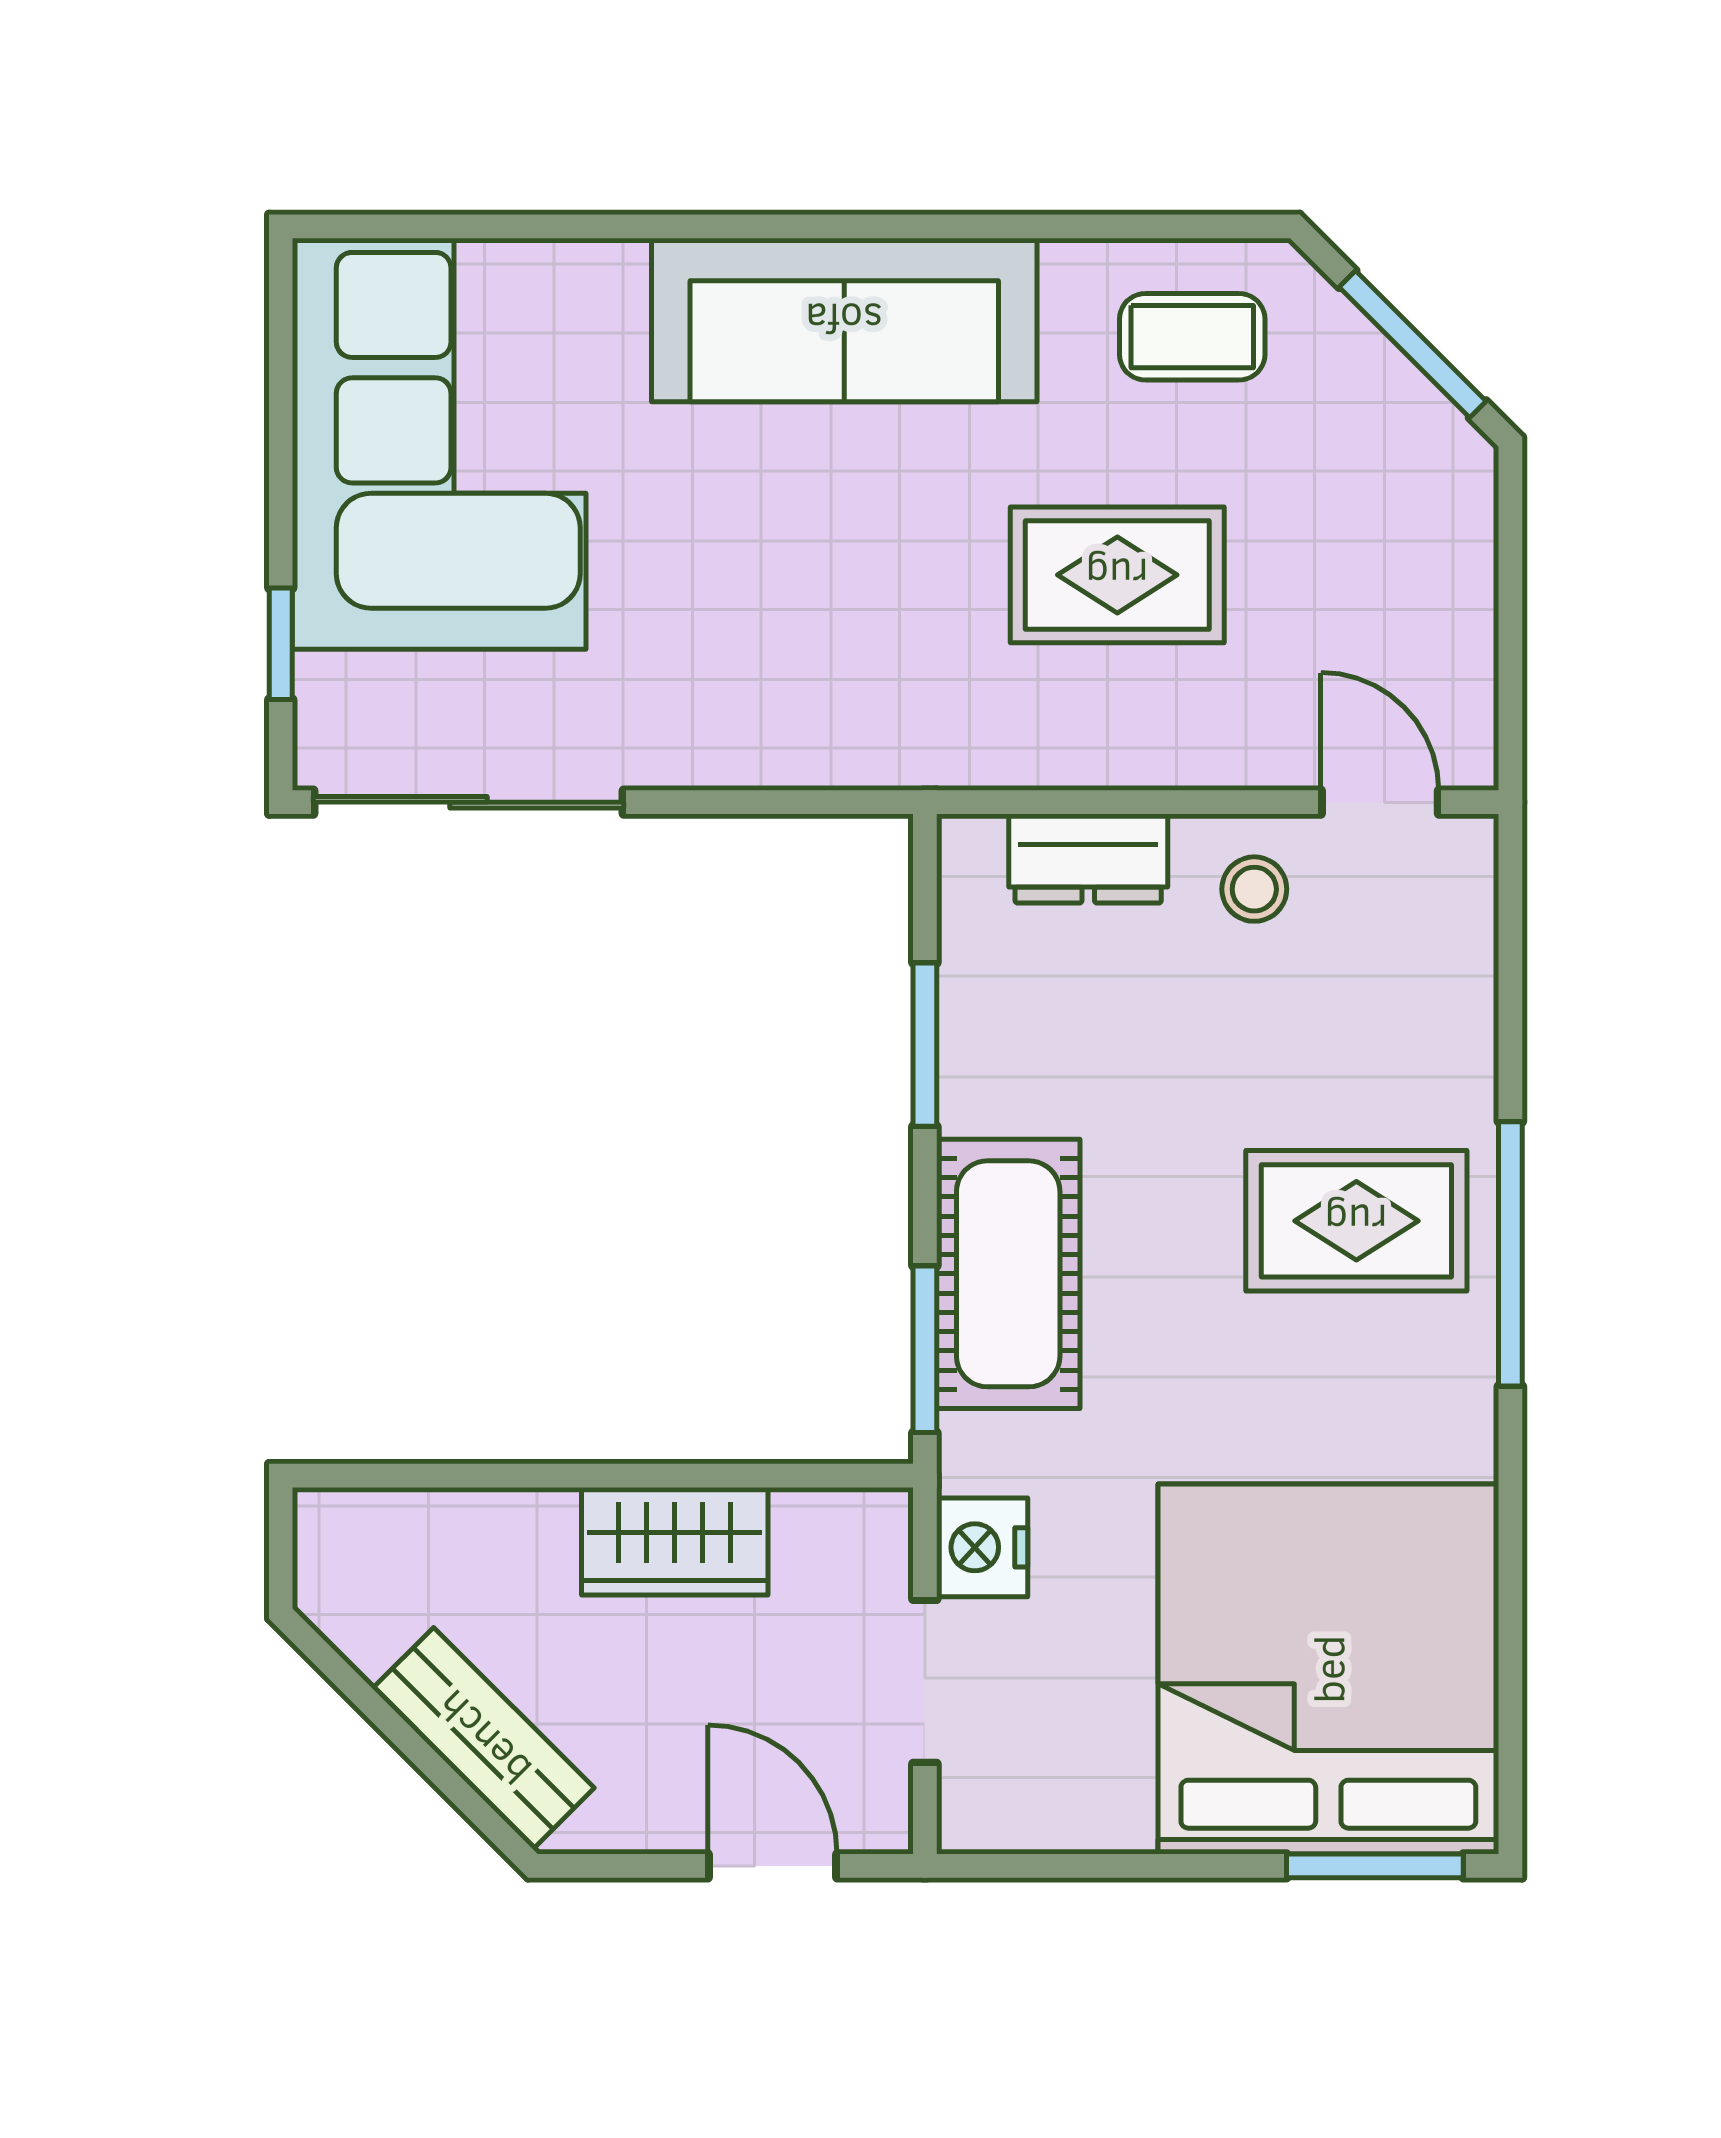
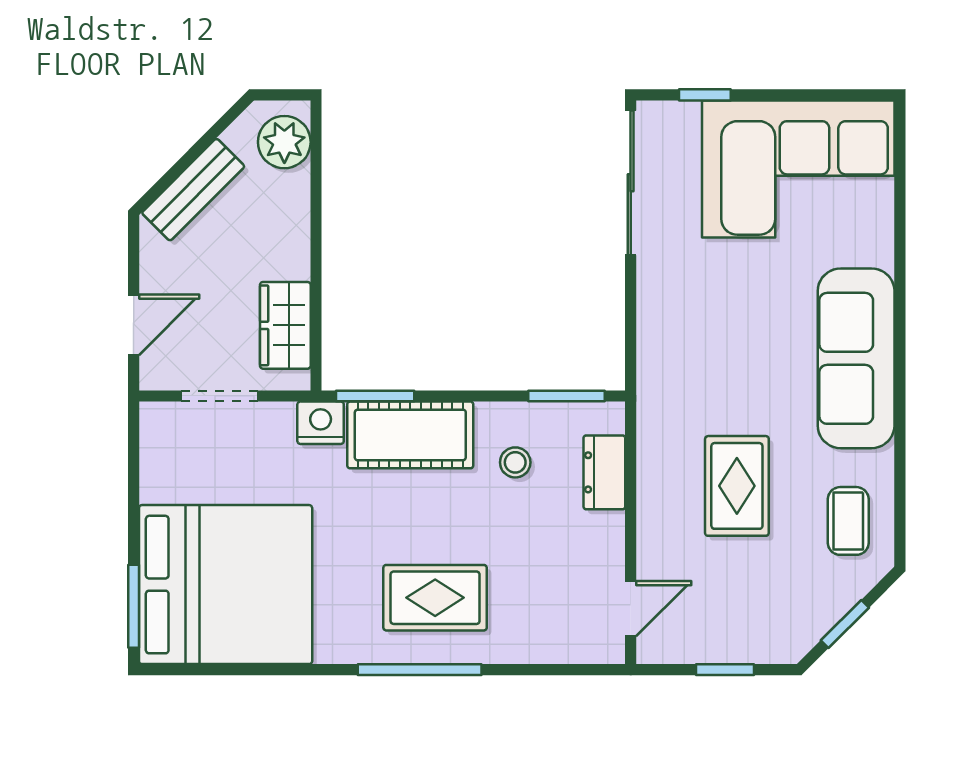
window: (1413, 344) -> (845, 624), width x0.67
window: (1510, 600) -> (725, 670), added
stool: (1254, 889) -> (515, 462), moved
window: (925, 1045) -> (567, 396), moved
rug: (1356, 1221) -> (435, 598), turned 90
wardrobe: (675, 1541) -> (285, 325), moved
plant: (382, 1543) -> (284, 142), added
nightstand: (982, 1547) -> (321, 423), moved

